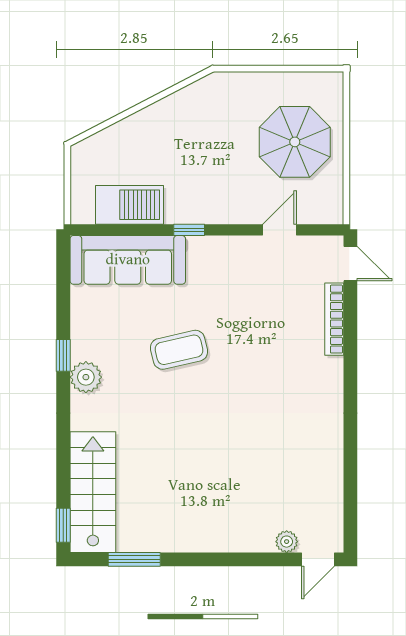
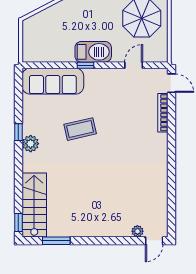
barbecue: (129, 205) -> (93, 52), moved

